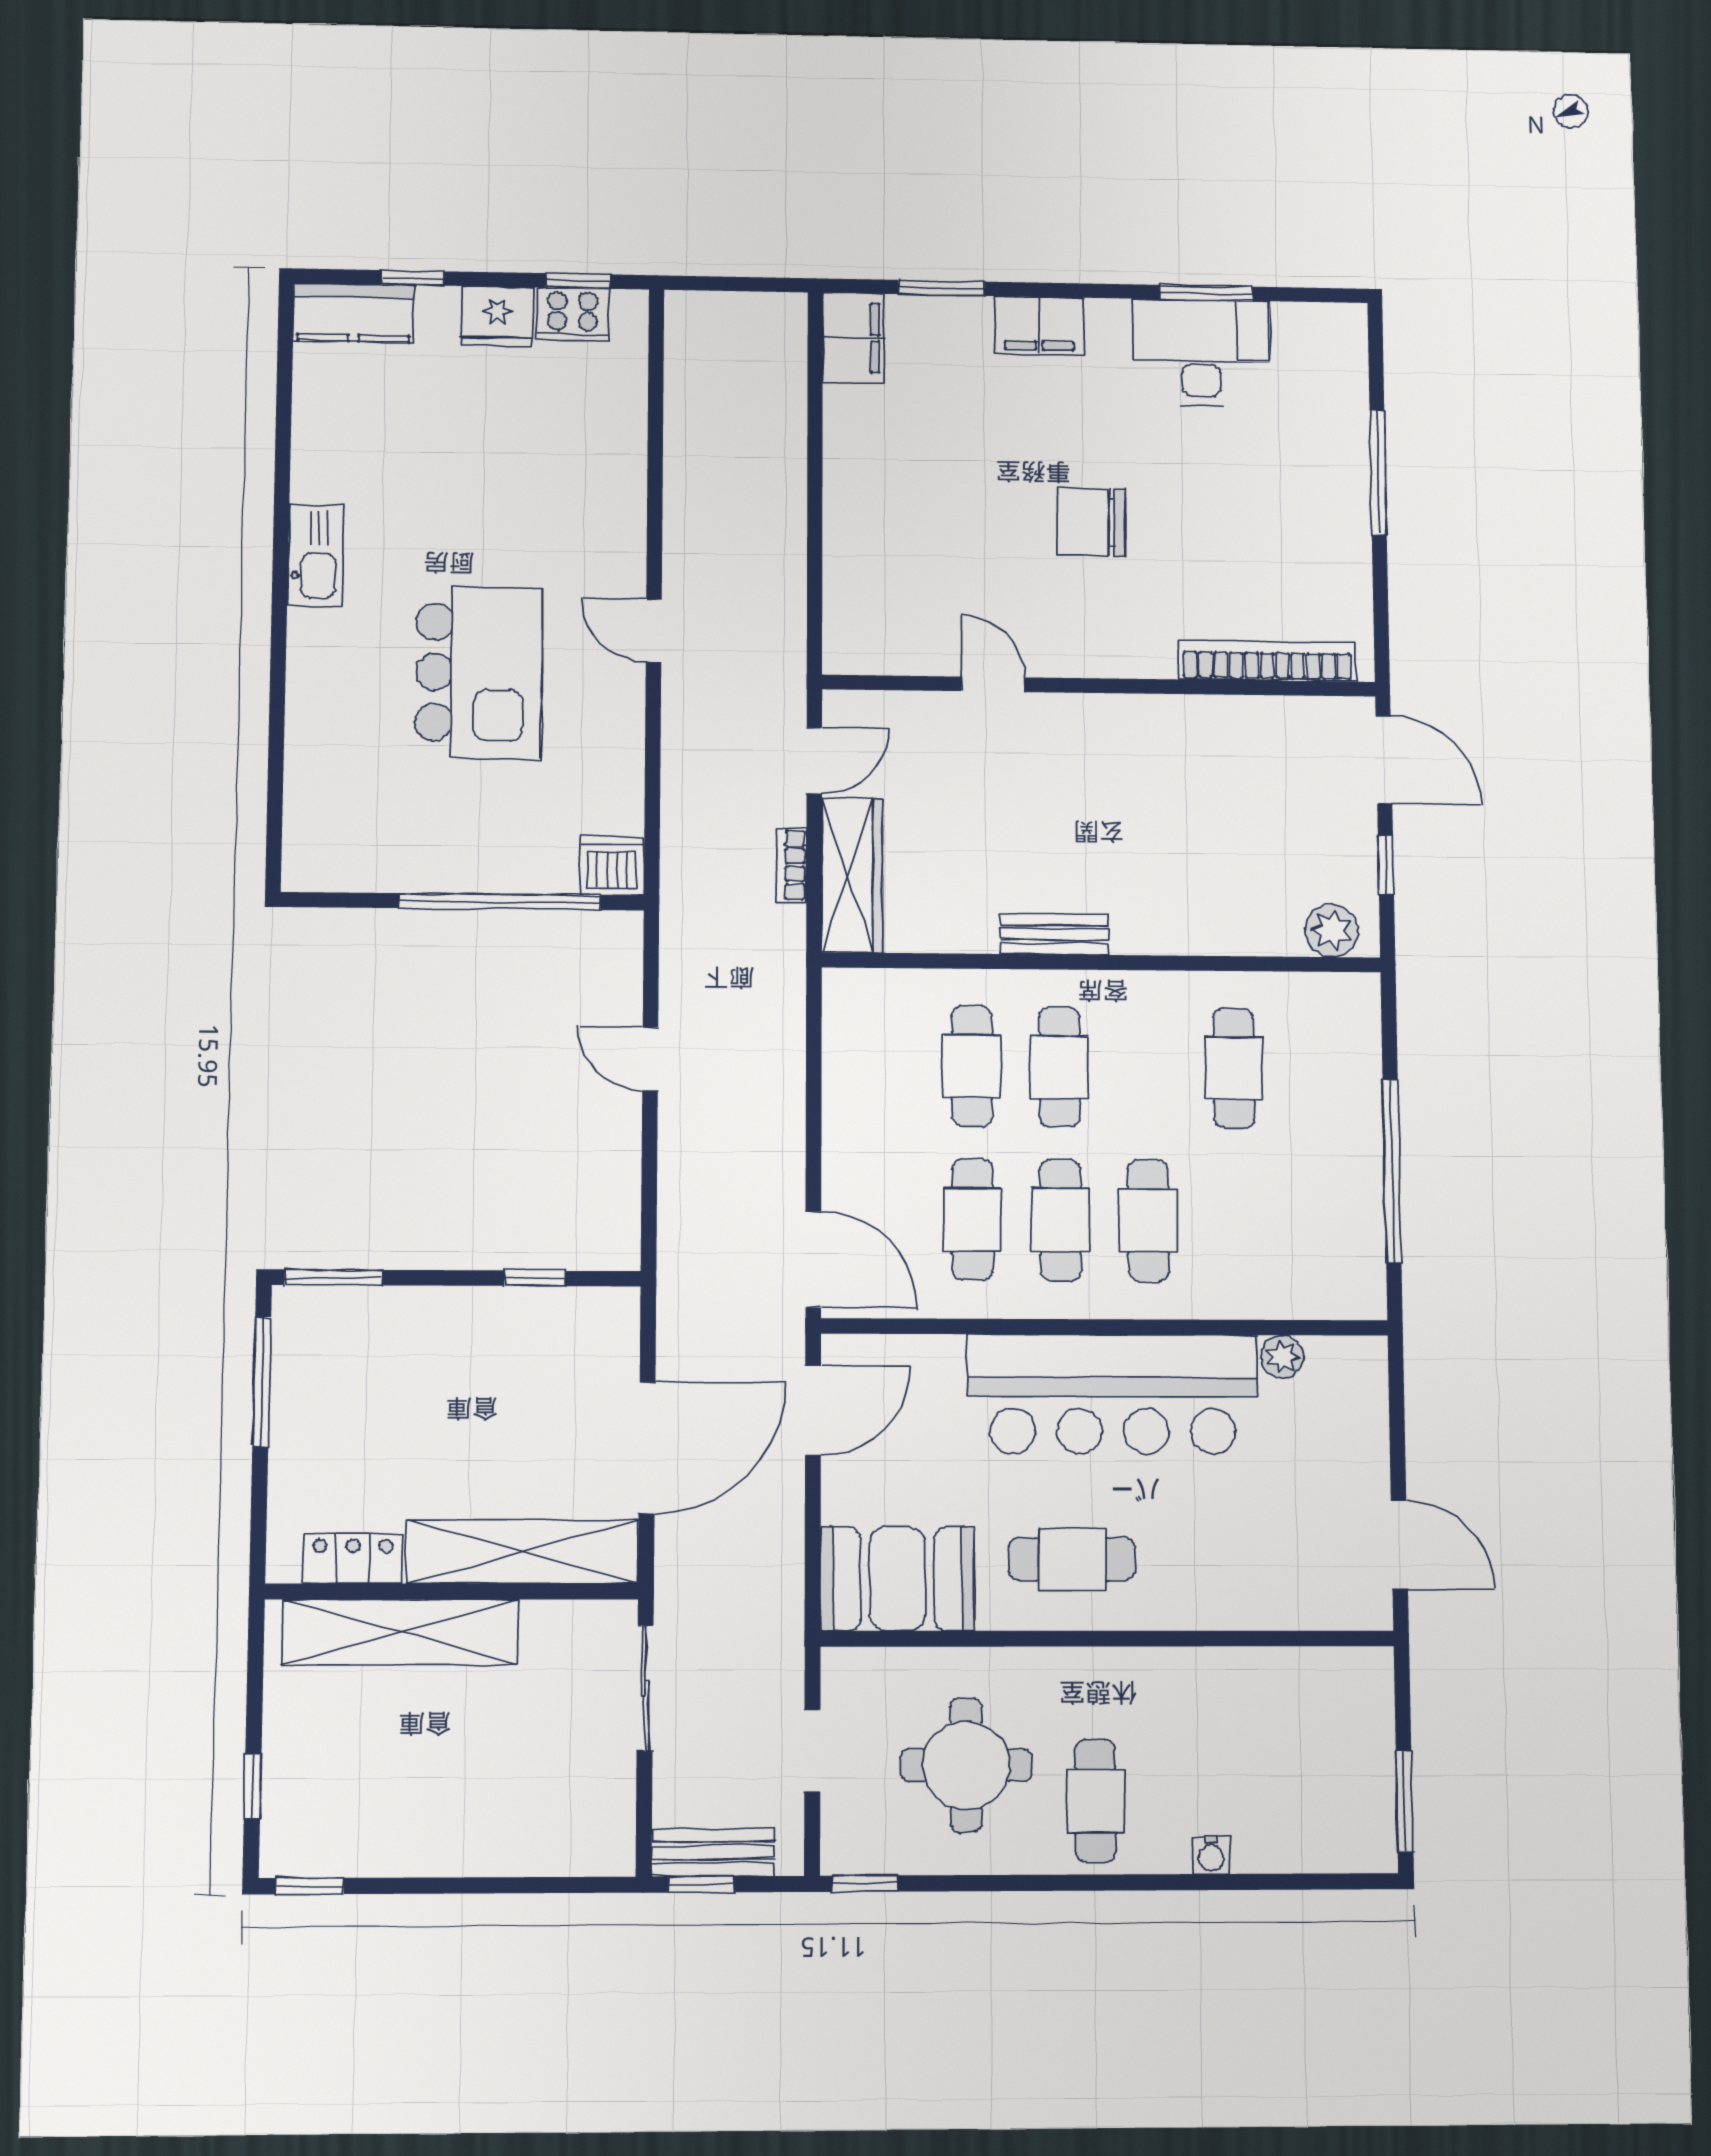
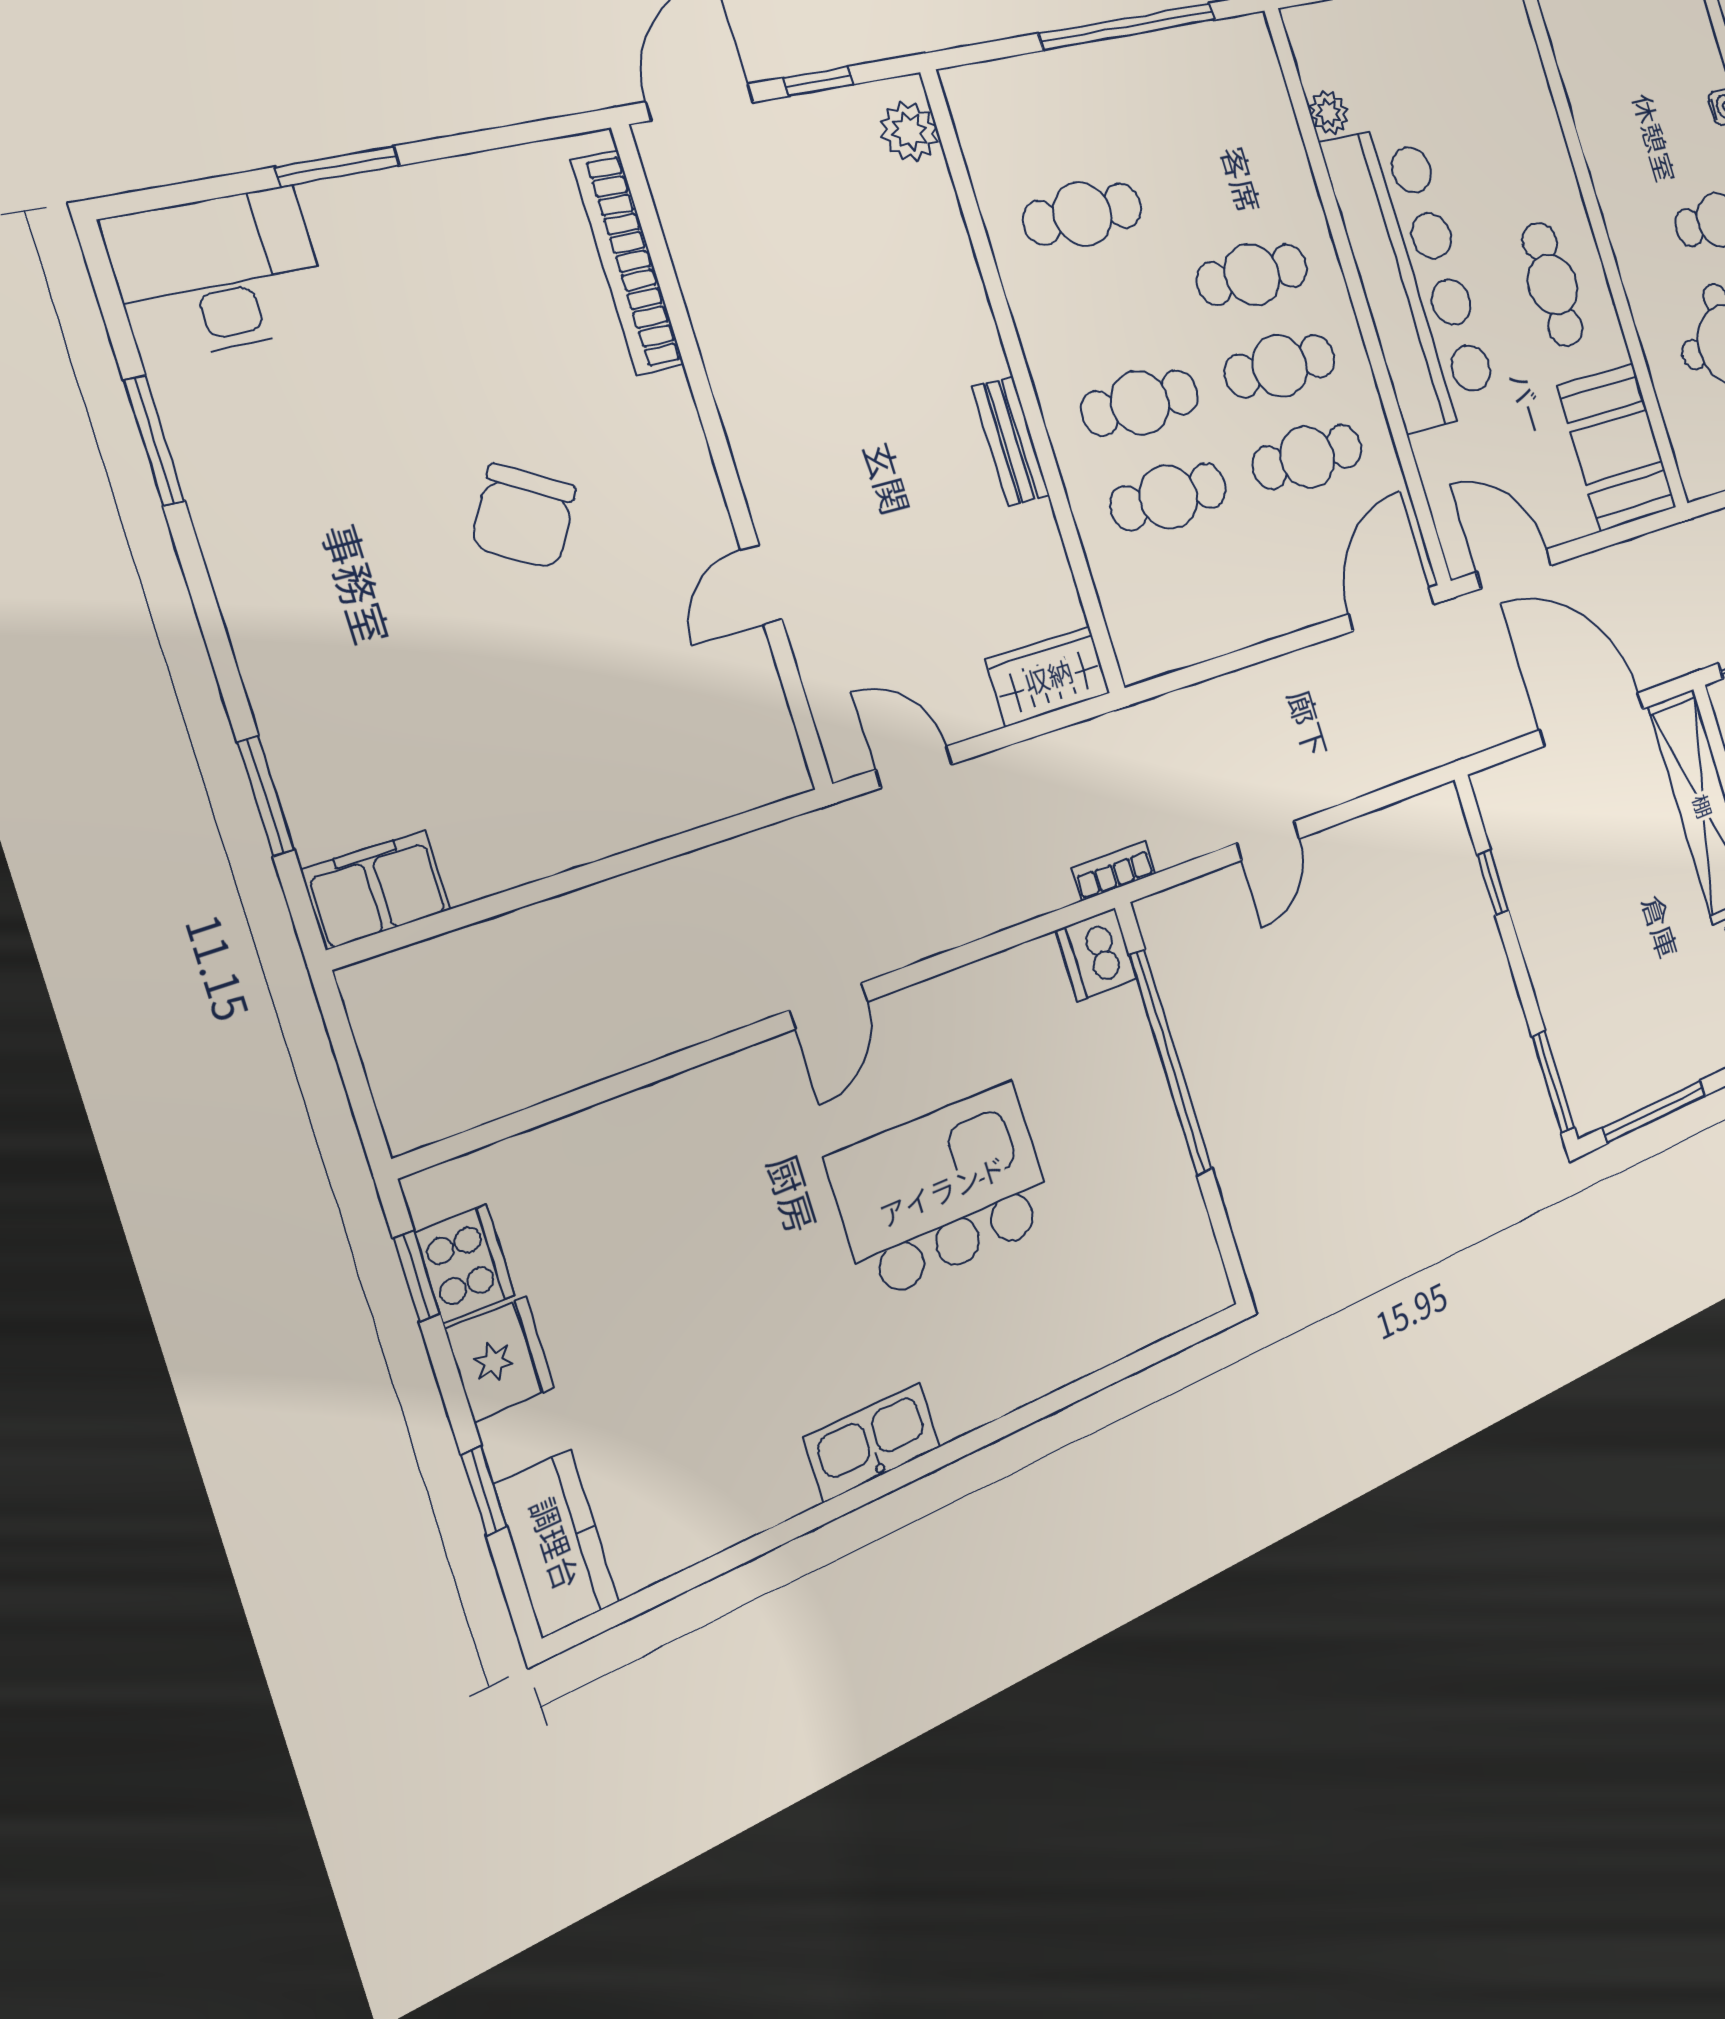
filing cabinet: (1039, 326) -> (277, 652), removed
desk: (1201, 352) -> (219, 273), moved, turned 90
window: (1378, 472) -> (338, 166), width x0.69
chair: (1091, 522) -> (524, 517), turned 30
bookcase: (791, 865) -> (1114, 871), moved, turned 180
wardrobe: (852, 875) -> (1048, 676), width x0.67

